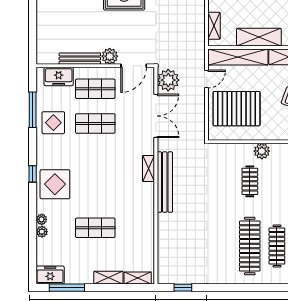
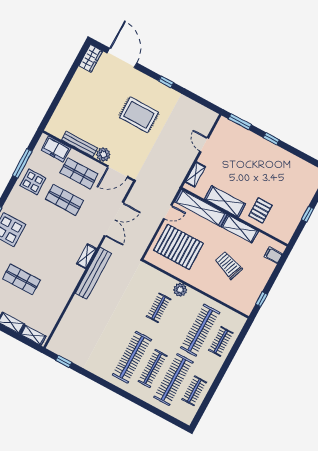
plant: (168, 80) -> (138, 197), removed

